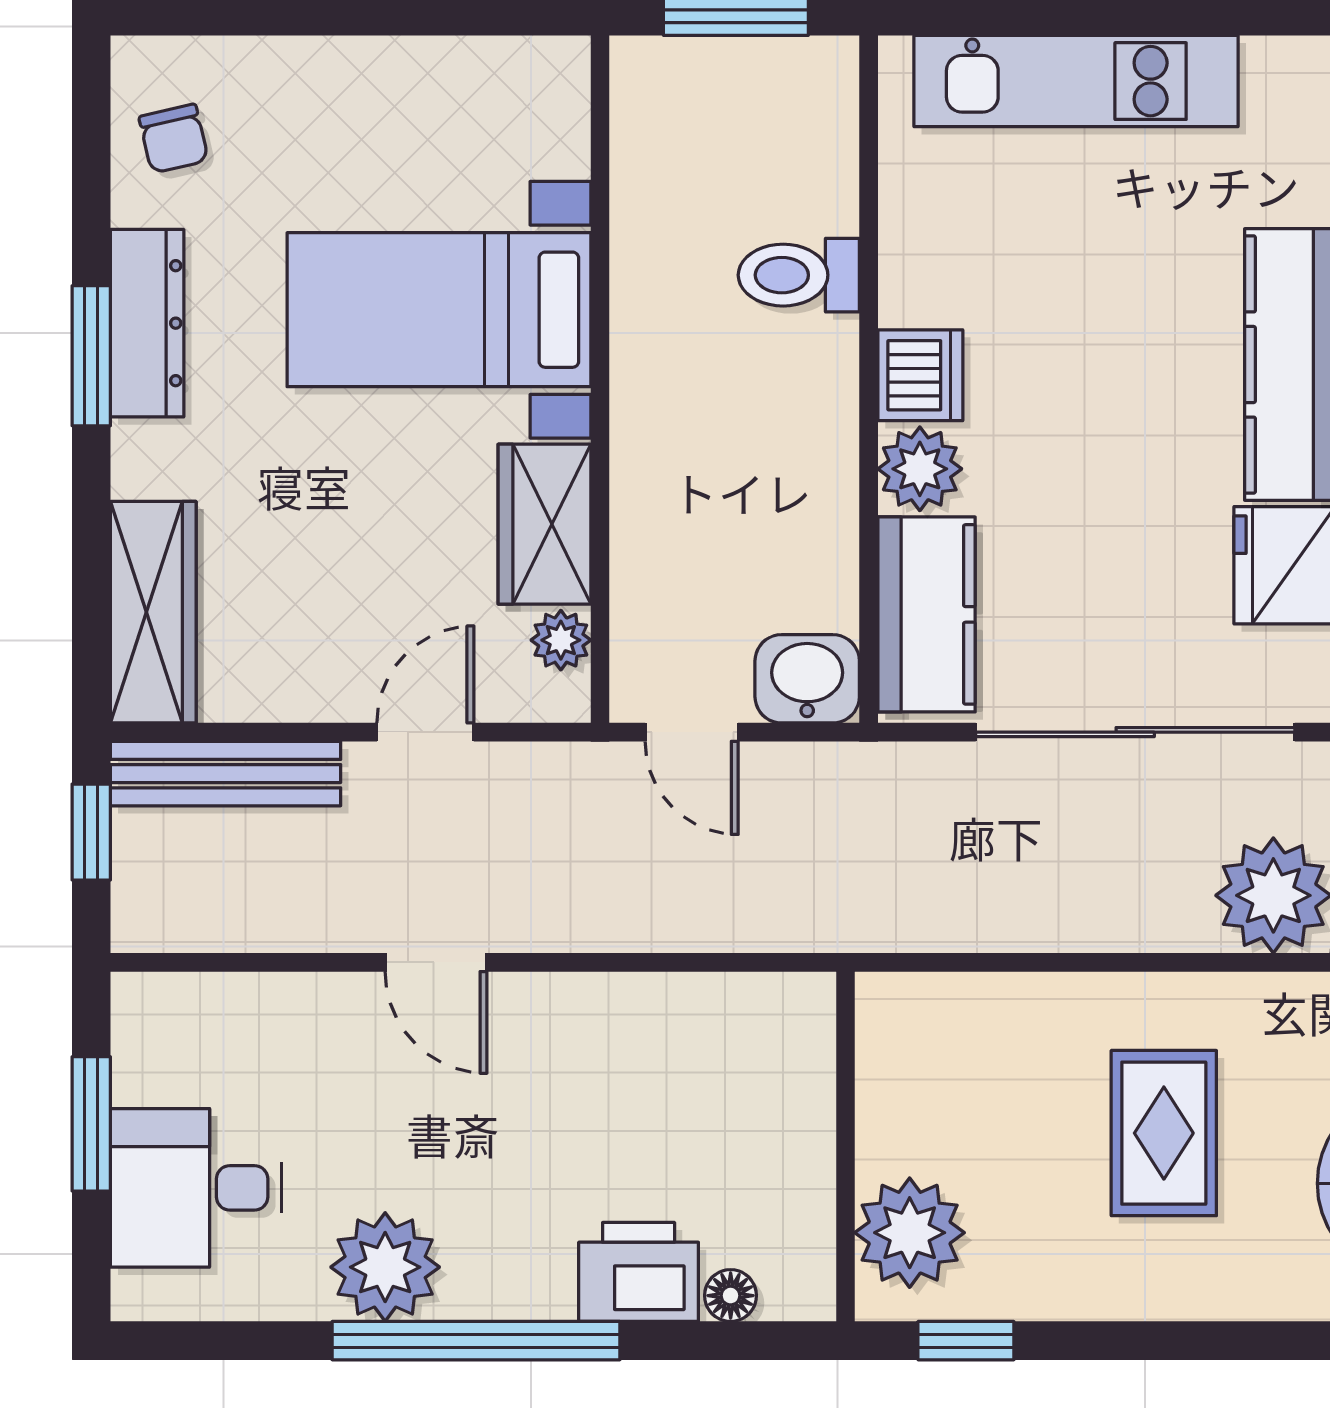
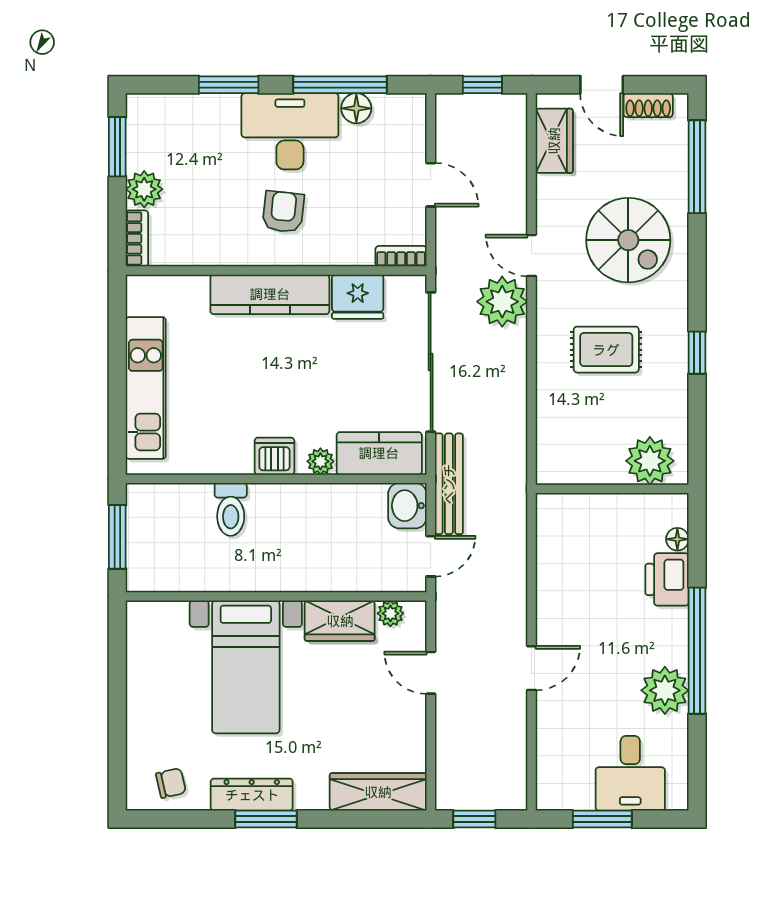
plant: (920, 469) -> (320, 461), width x0.73, depth x0.73
bench: (226, 774) -> (449, 484), moved
window: (966, 1341) -> (697, 353), moved

